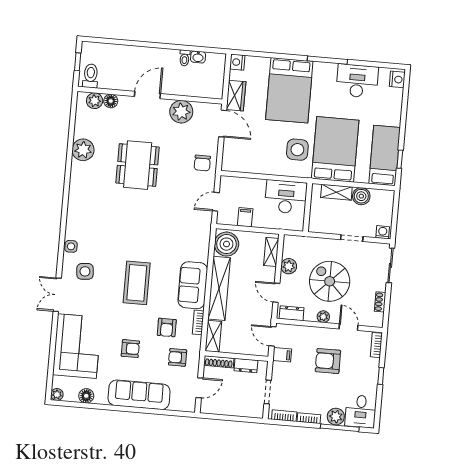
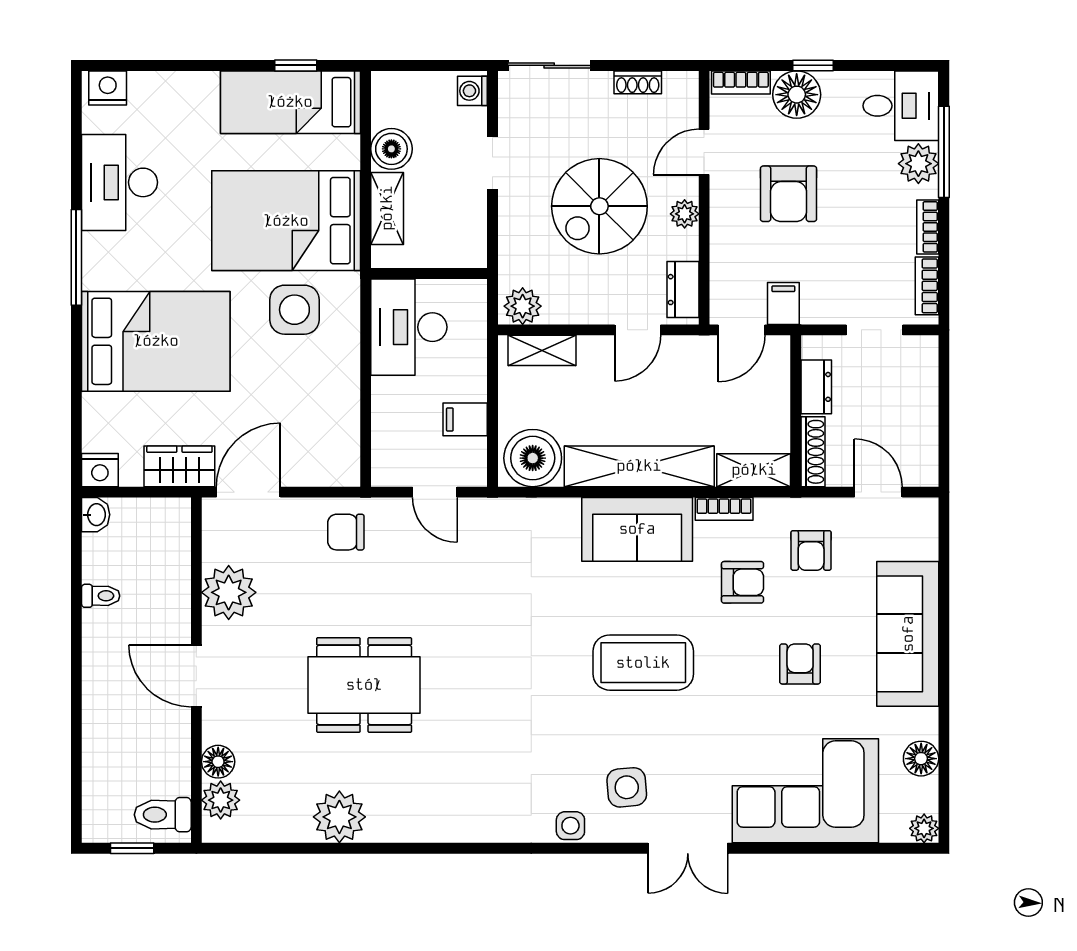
washbasin: (198, 57) -> (96, 515), moved
chair: (202, 163) -> (346, 532), turned 180
plant: (289, 266) -> (523, 306), moved
floor lamp: (369, 368) -> (797, 95), added

